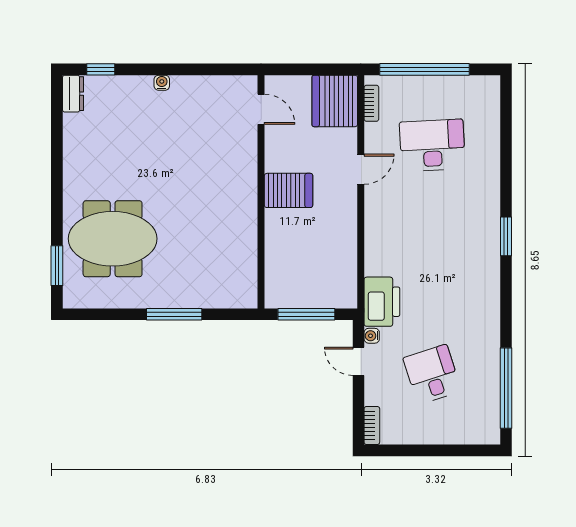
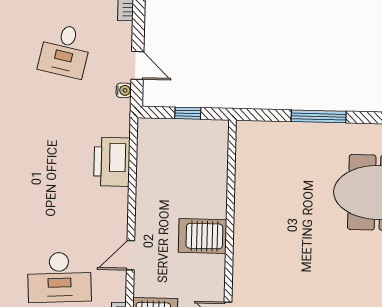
printer: (382, 302) -> (112, 162), moved
window: (306, 314) -> (188, 113), width x0.46
desk: (432, 374) -> (65, 51), turned 30

